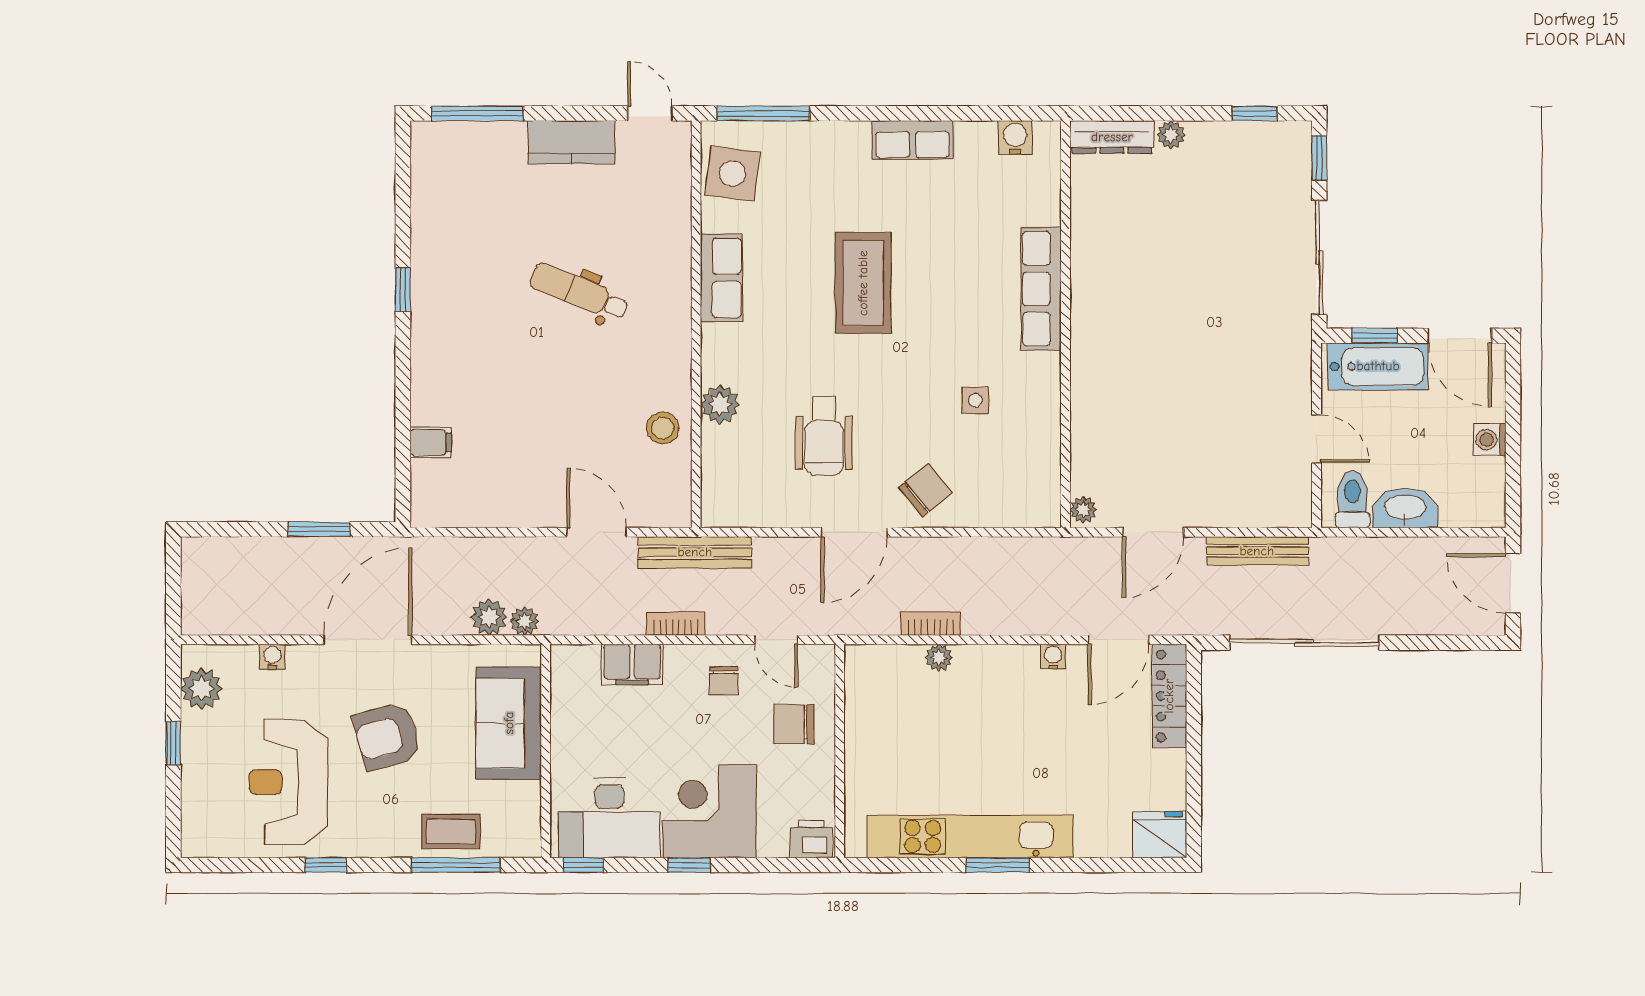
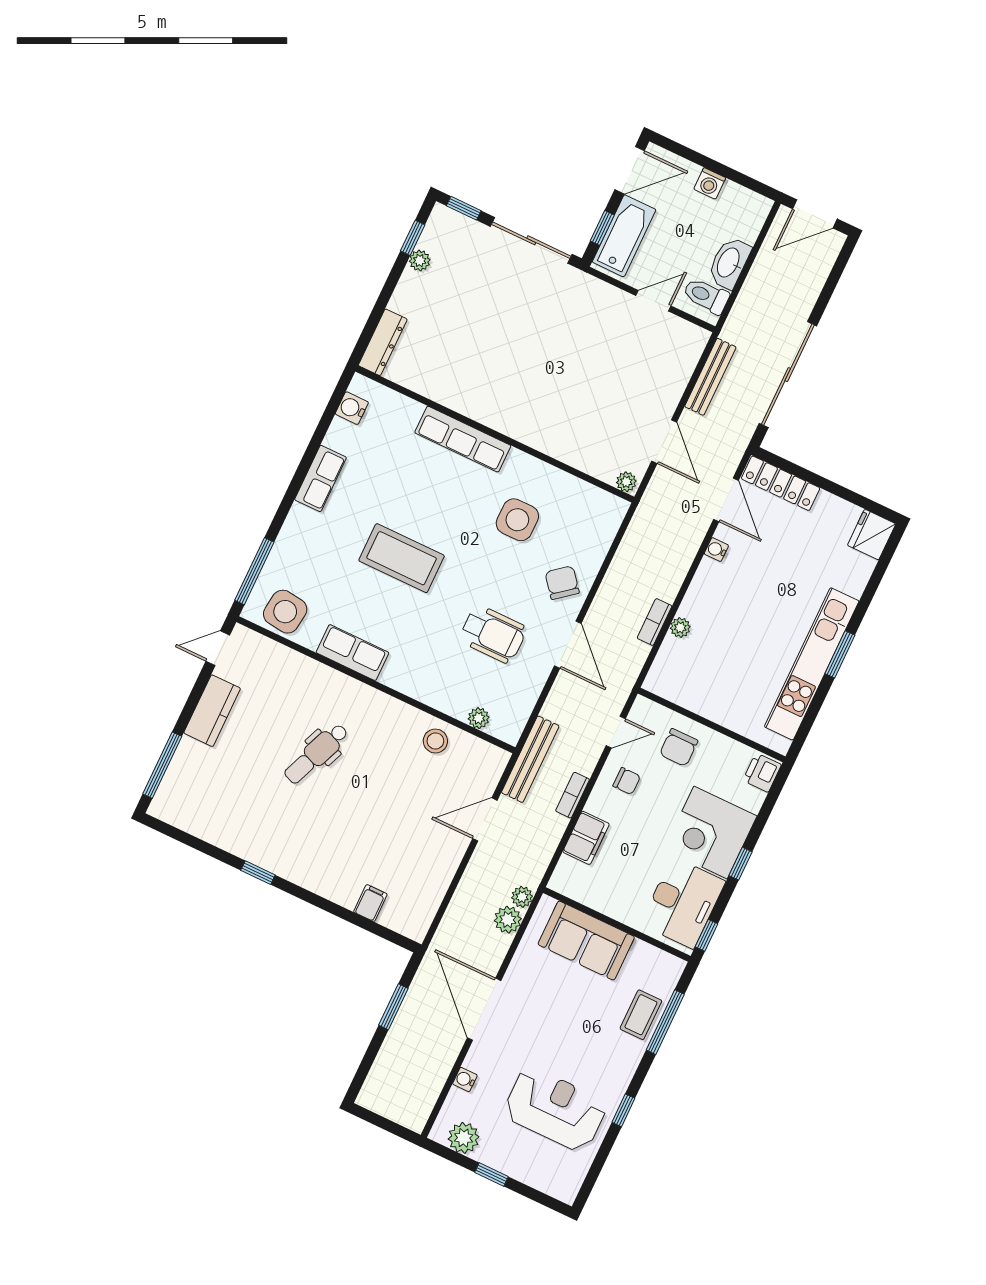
plant: (1171, 135) -> (420, 261), moved
side table: (975, 400) -> (517, 520), width x1.87, depth x1.87
plant: (720, 404) -> (479, 718), moved, width x0.73, depth x0.73
armchair: (387, 736) -> (556, 1027), removed
reception desk: (288, 782) -> (555, 1109), turned 180

